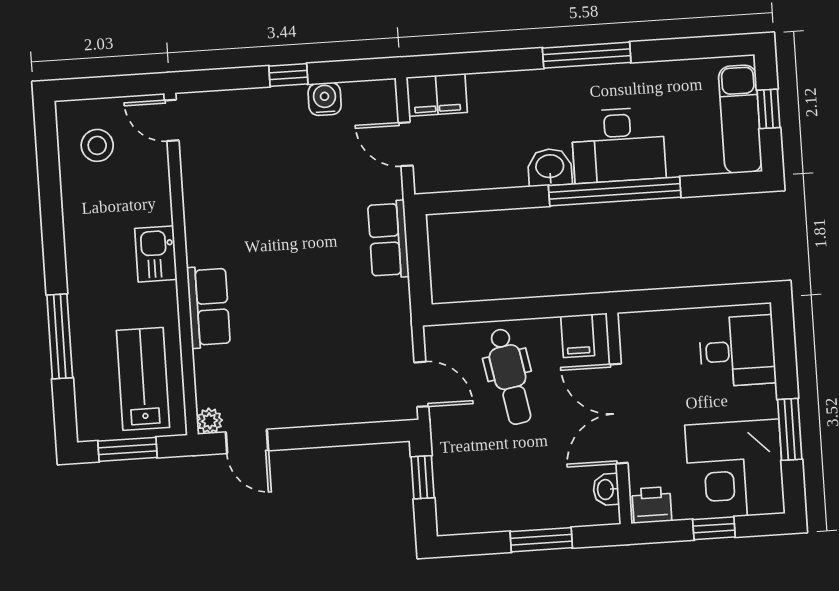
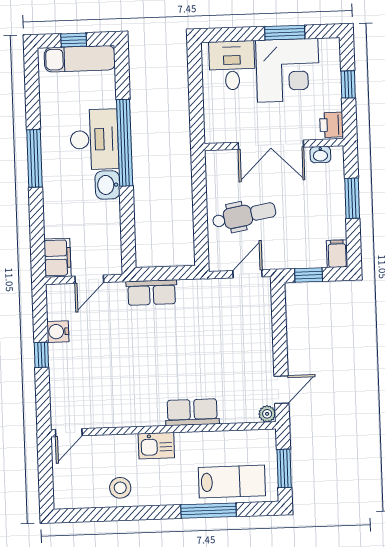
stool: (97, 145) -> (120, 488), moved
filing cabinet: (578, 336) -> (337, 254), moved, turned -90
lab bench: (143, 379) -> (232, 482), moved, turned 180
corner desk: (735, 469) -> (288, 70), moved

